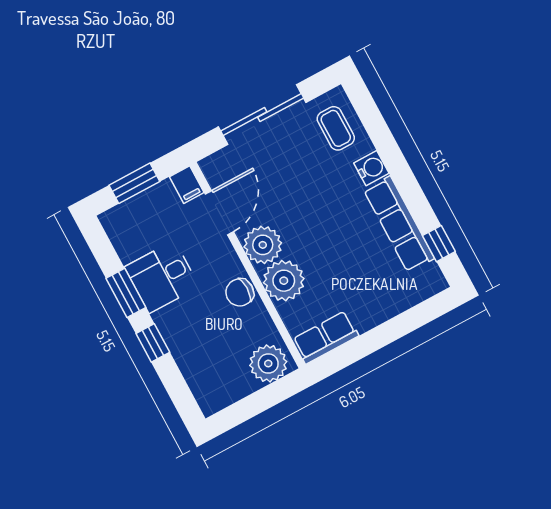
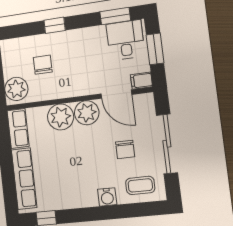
chair: (294, 169) -> (125, 149), added
row of seats: (399, 224) -> (24, 179), moved, turned 90
desk: (162, 277) -> (125, 40), moved
chair: (240, 292) -> (43, 65), moved
window: (126, 293) -> (115, 16), moved

